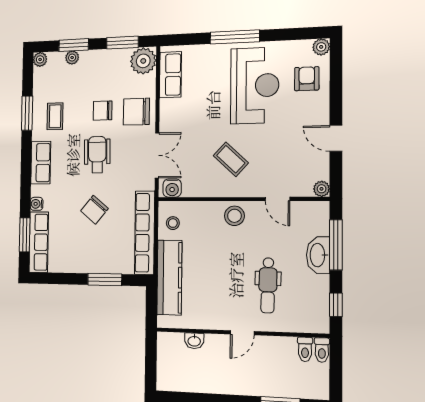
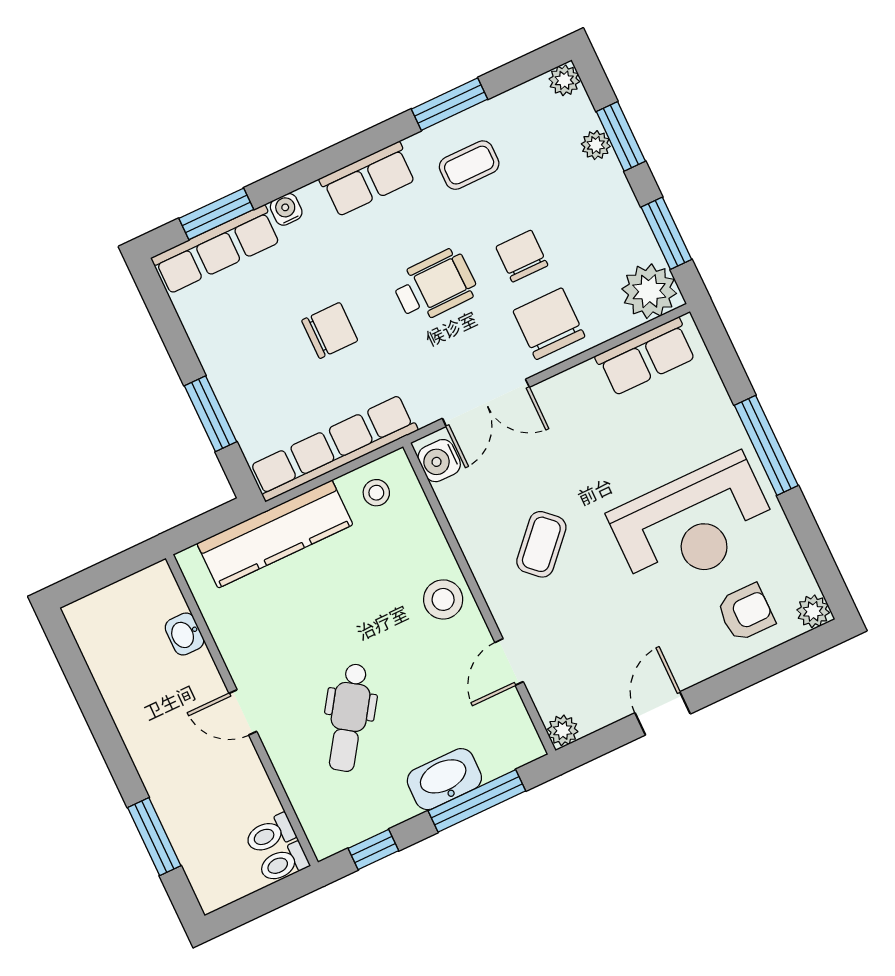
chair: (94, 210) -> (330, 330), turned 140
dental chair: (268, 285) -> (349, 718), turned -57

